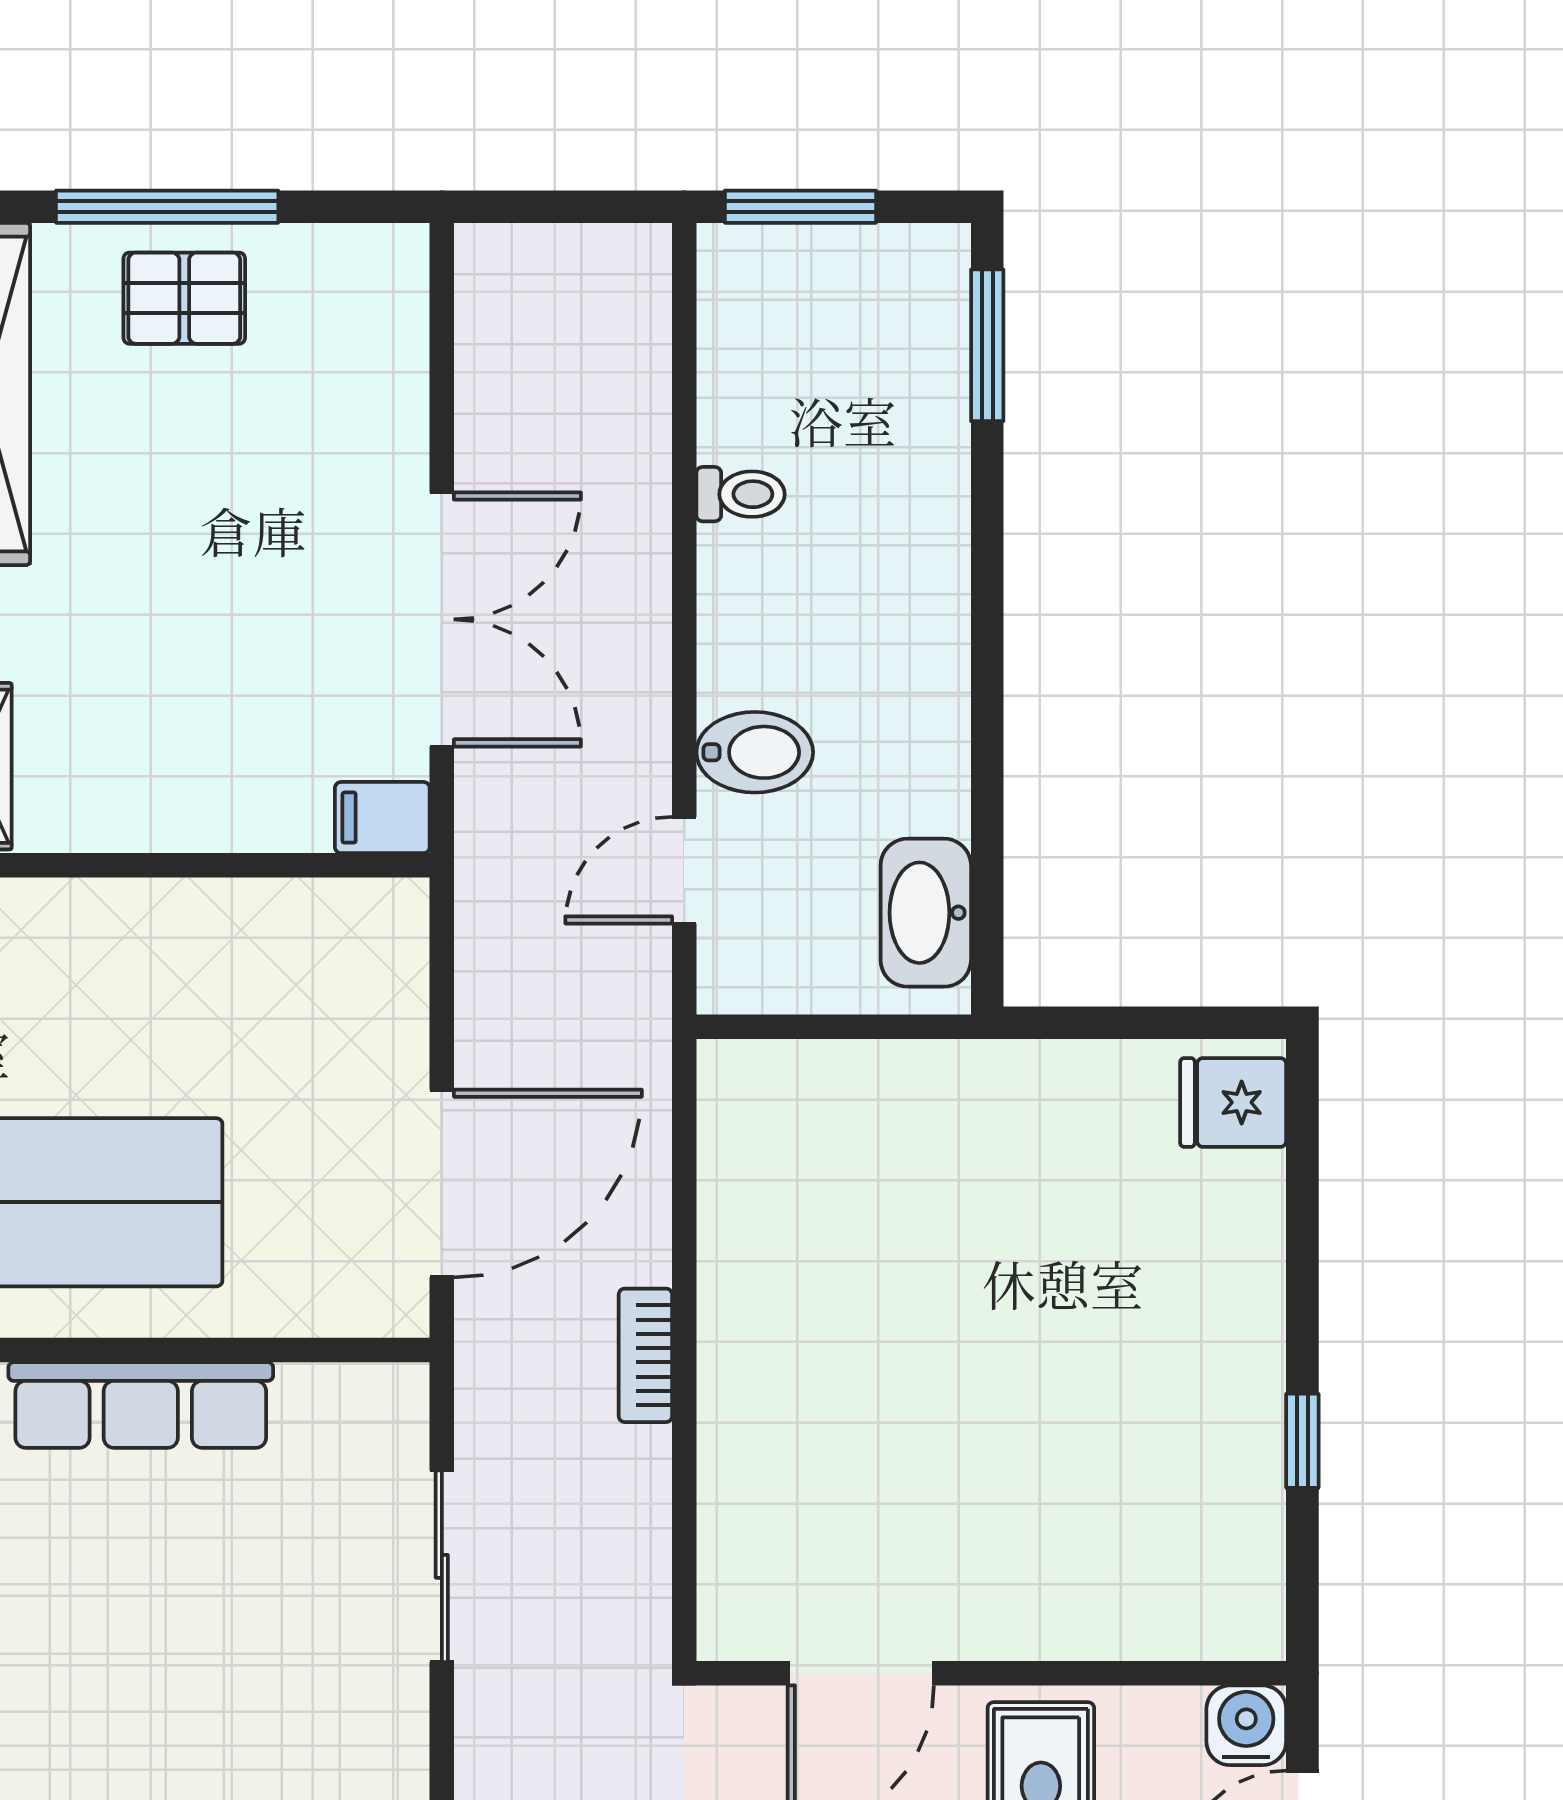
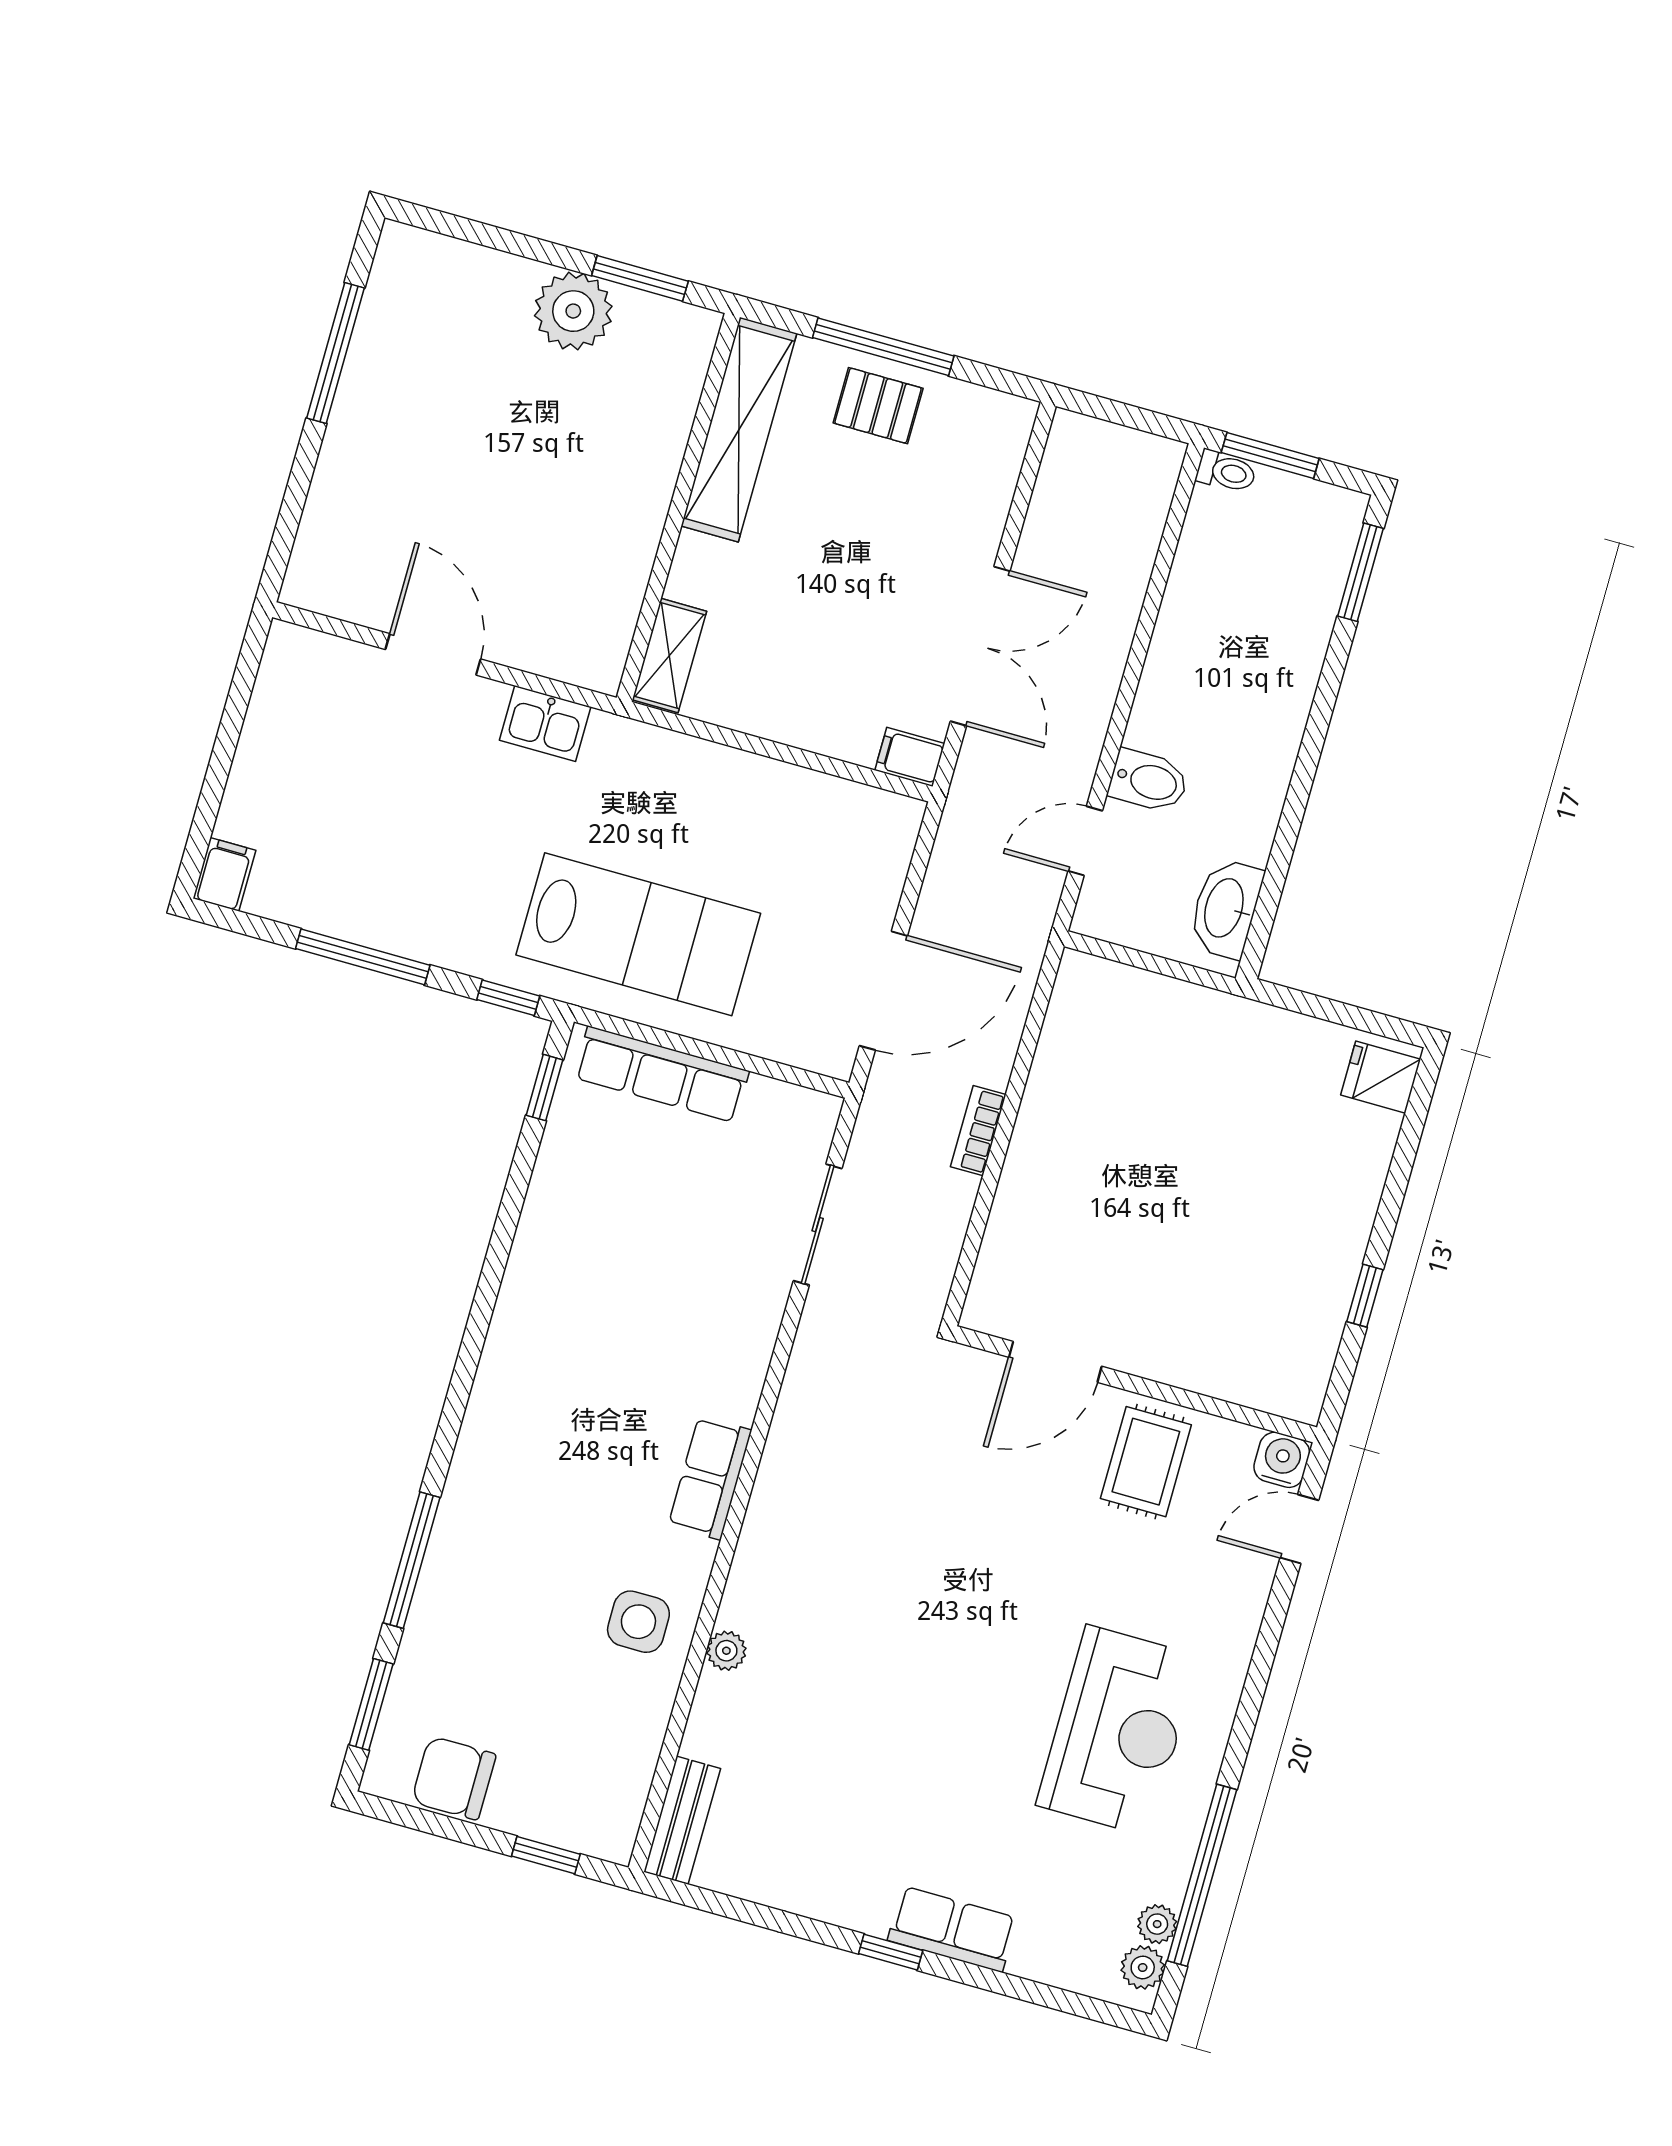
toilet: (741, 494) -> (1226, 472), moved

